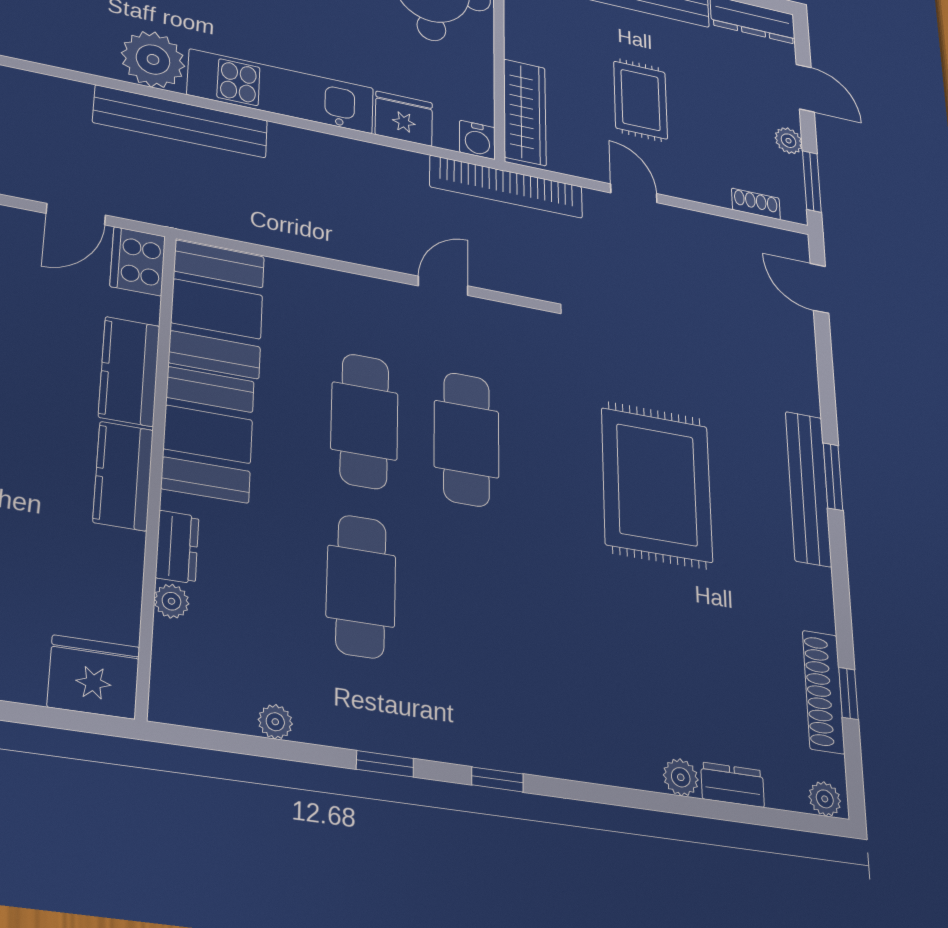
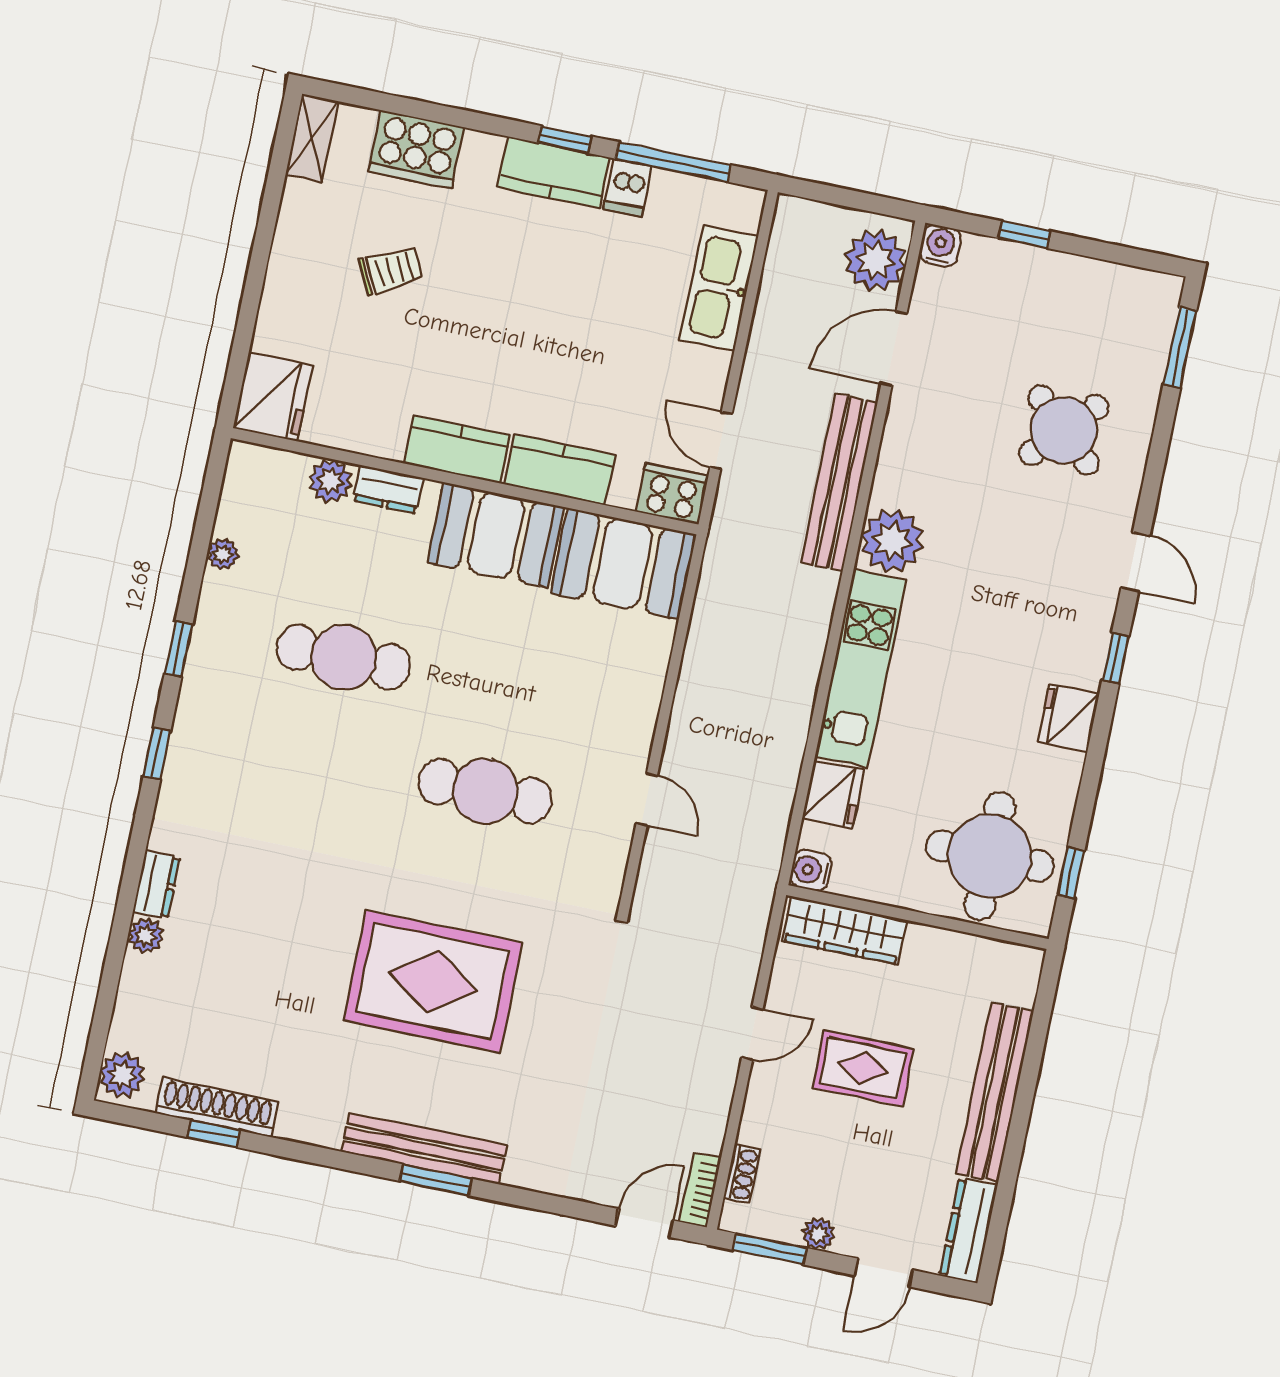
bench: (181, 122) -> (839, 482), moved
bookcase: (506, 187) -> (700, 1190), moved, width x0.43, depth x0.76
cafe table: (364, 421) -> (506, 691), removed
plant: (171, 601) -> (331, 481), width x1.38, depth x1.38
dresser: (733, 785) -> (156, 884), moved
plant: (825, 799) -> (122, 1075), width x1.38, depth x1.38

